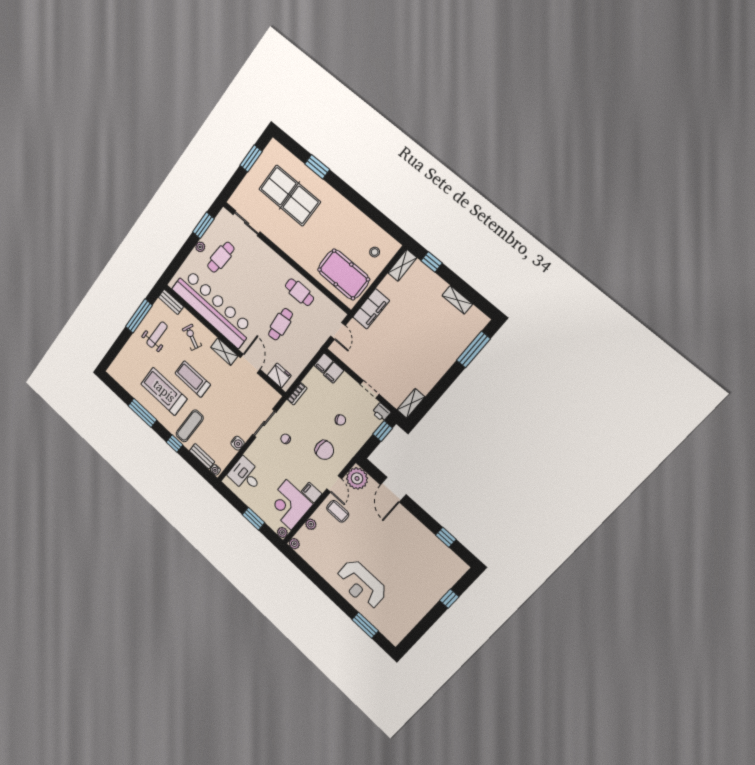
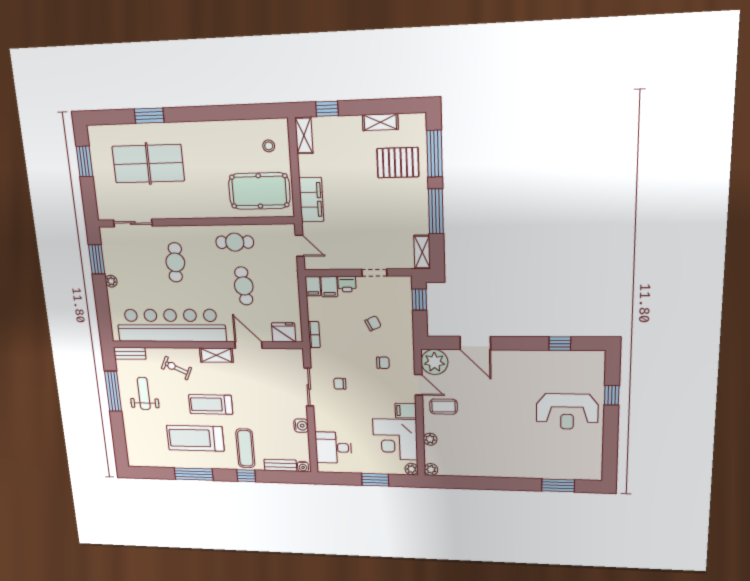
cafe table: (221, 257) -> (175, 262), moved
pallet: (446, 335) -> (398, 163), added
window: (442, 386) -> (436, 211), added
printer: (381, 412) -> (347, 284), moved
chair: (324, 450) -> (383, 363), width x0.54, depth x0.54
reception desk: (361, 584) -> (567, 411), moved

